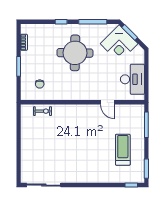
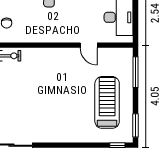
treadmill: (123, 150) -> (107, 102), width x1.37, depth x1.38

